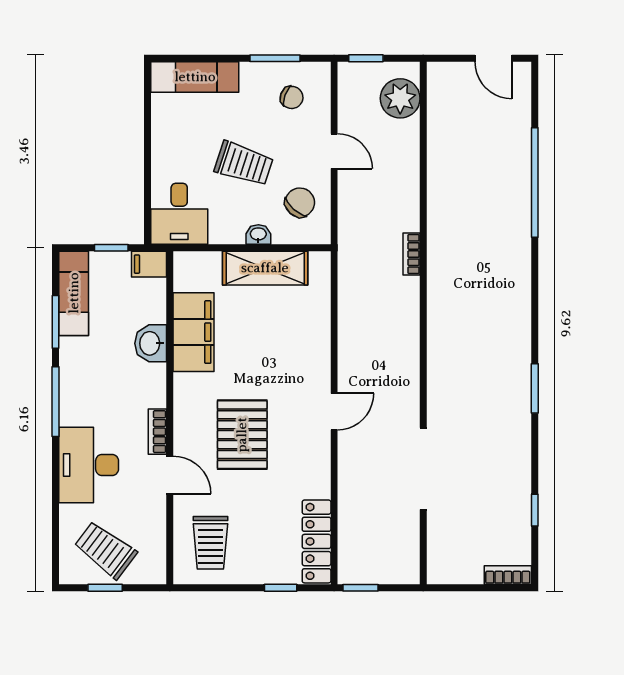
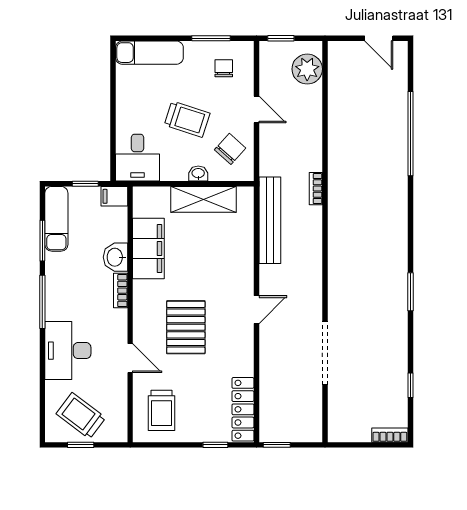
chair: (292, 97) -> (224, 68), turned -110
bench: (351, 295) -> (270, 220), added
bookcase: (157, 432) -> (121, 291), moved

